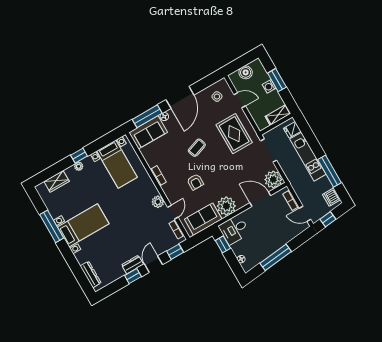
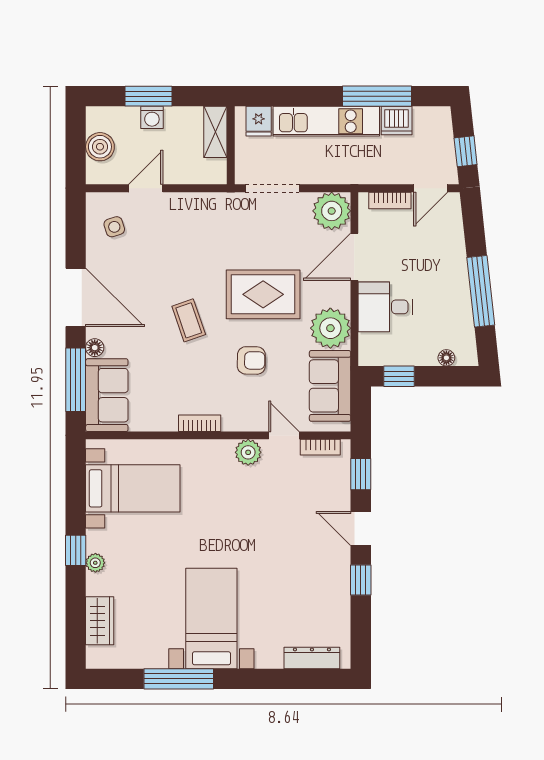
rug: (234, 134) -> (263, 294), moved
dishwasher: (332, 197) -> (397, 121), moved
desk: (234, 230) -> (385, 307), moved, turned 90
dresser: (132, 265) -> (339, 568), removed

